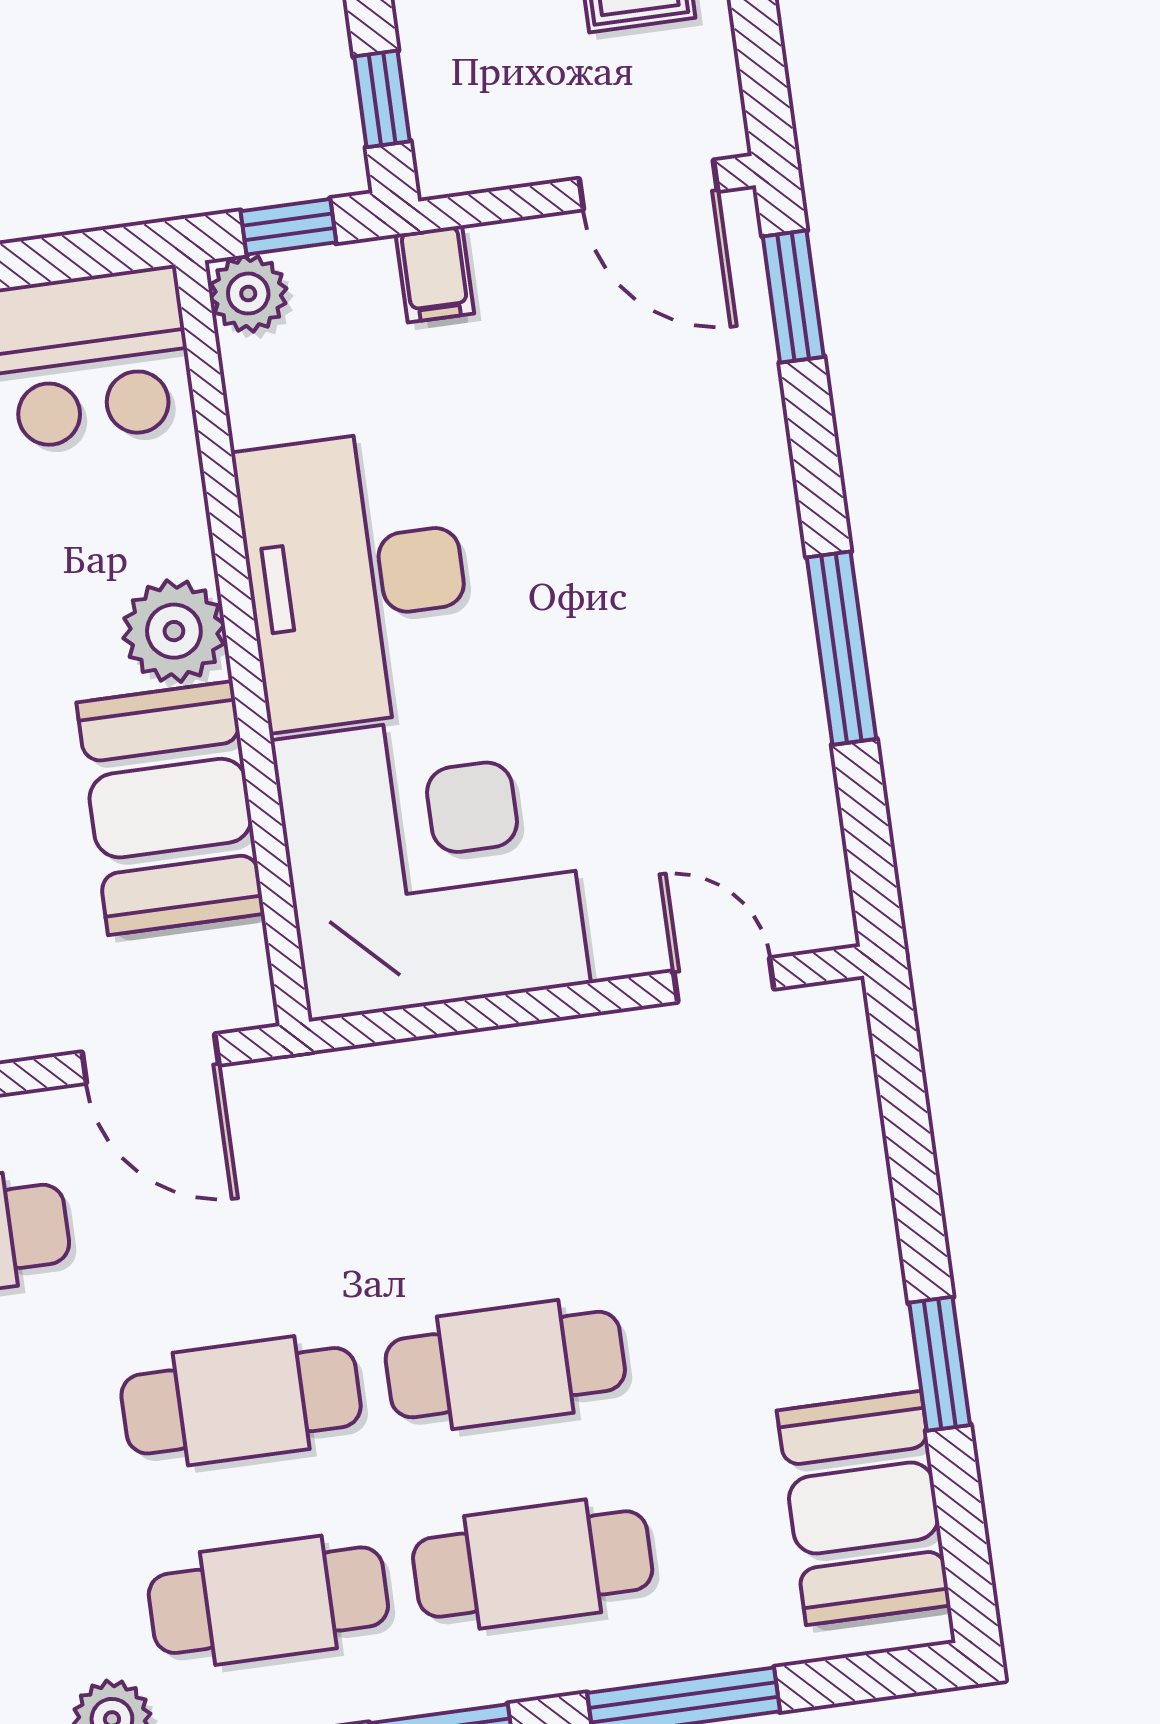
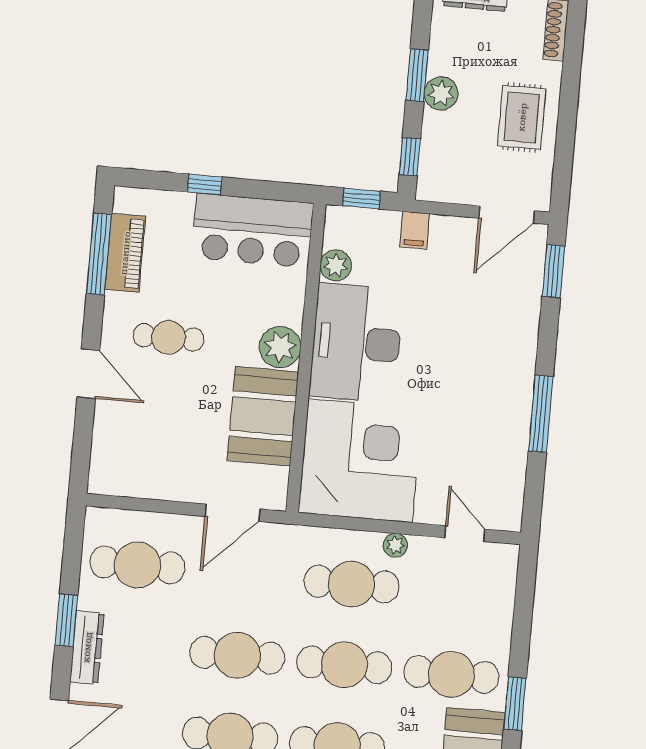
door: (648, 185) -> (507, 214), hinge flipped
plant: (248, 294) -> (336, 265), moved
plant: (562, 1047) -> (395, 545), added
door: (151, 1058) -> (233, 513), hinge flipped
cafe table: (478, 1165) -> (352, 584), added
cafe table: (770, 1328) -> (451, 674), added

